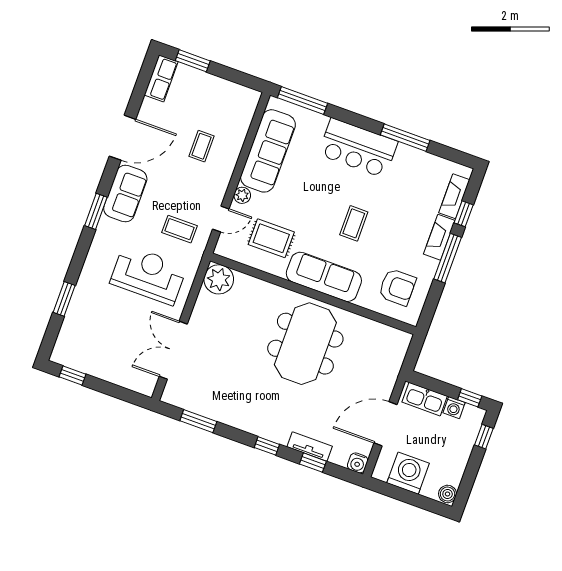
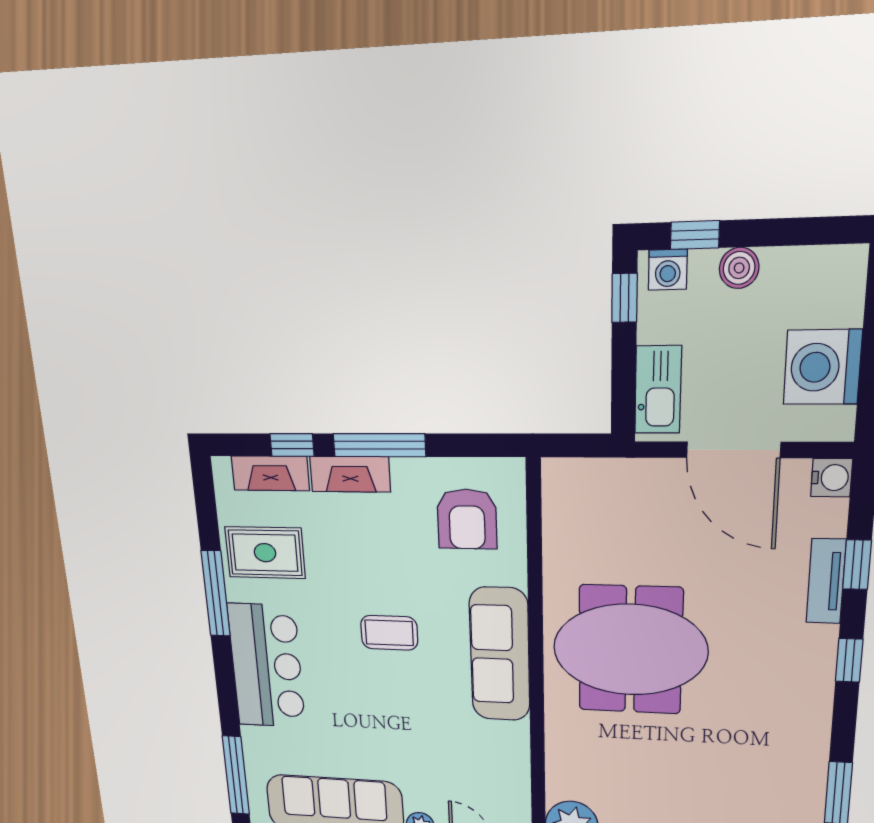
rug: (271, 238) -> (265, 553), moved, turned 90
armchair: (397, 287) -> (467, 519), turned 180
washing machine: (454, 408) -> (668, 270), moved, turned 90
boiler: (448, 494) -> (739, 268), moved

